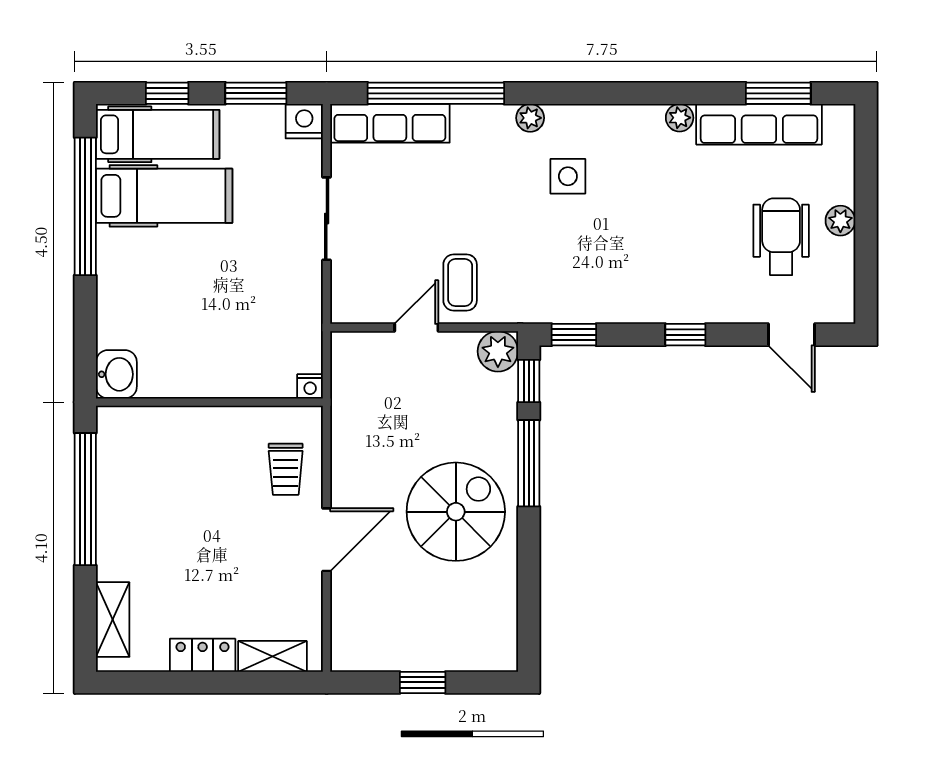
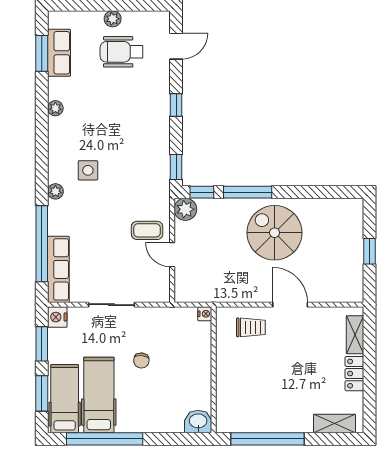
window: (167, 93) -> (42, 393), width x1.50
row of seats: (759, 124) -> (59, 53), width x0.68
chair: (226, 272) -> (141, 361), added

